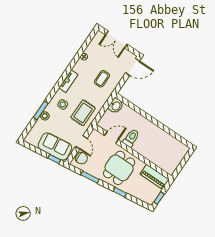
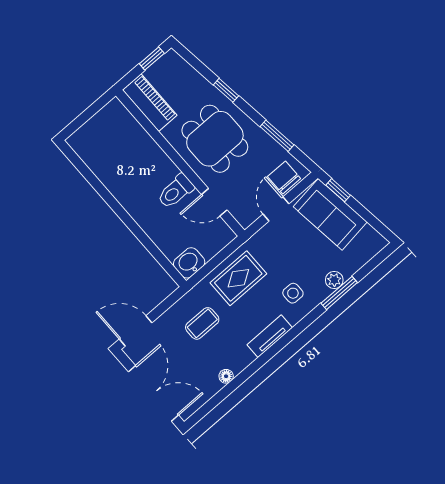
double door: (116, 39) -> (153, 393), width x1.37
rug: (83, 113) -> (238, 278), moved
dining table: (119, 168) -> (215, 139), turned 90

